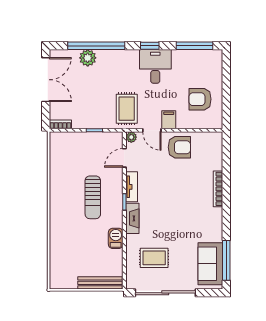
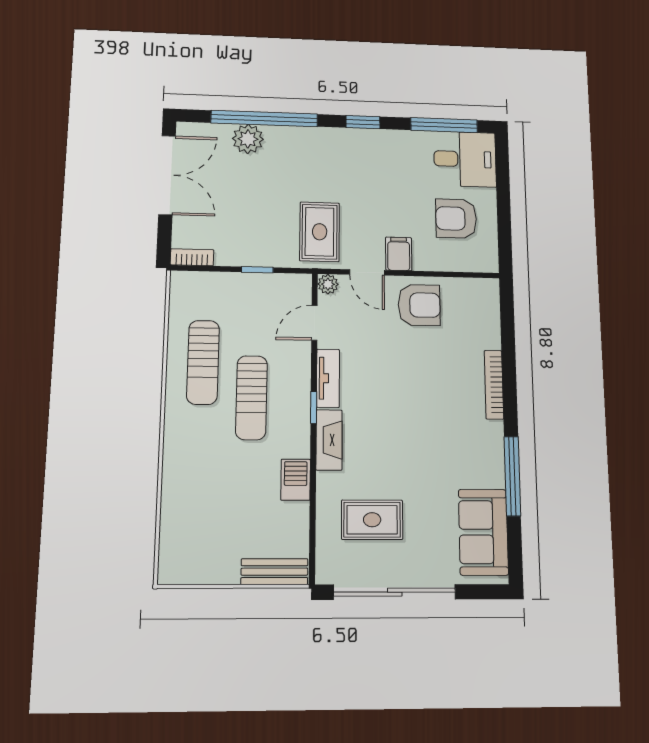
desk: (155, 66) -> (465, 159), moved, turned 90
sun lounger: (68, 180) -> (203, 362), added
window: (226, 260) -> (512, 476), moved
bench: (100, 283) -> (274, 572), width x0.73

